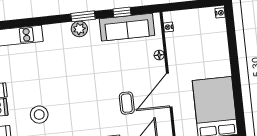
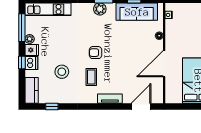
armchair: (80, 85) -> (96, 53), added
coffee table: (127, 103) -> (91, 77), moved

